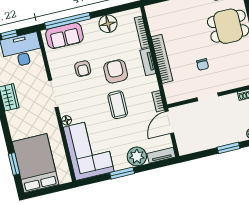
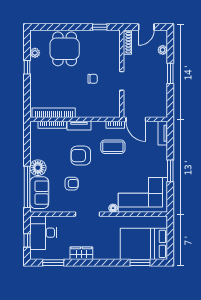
floor lamp: (108, 24) -> (38, 168), moved
bookcase: (162, 59) -> (54, 113), moved
coffee table: (118, 105) -> (113, 147), moved
plant: (137, 156) -> (159, 155), removed

